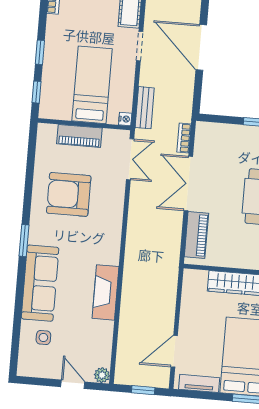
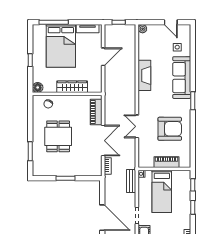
double door: (130, 159) -> (137, 126), moved
door: (174, 351) -> (103, 57), moved
door: (73, 384) -> (171, 22), moved

